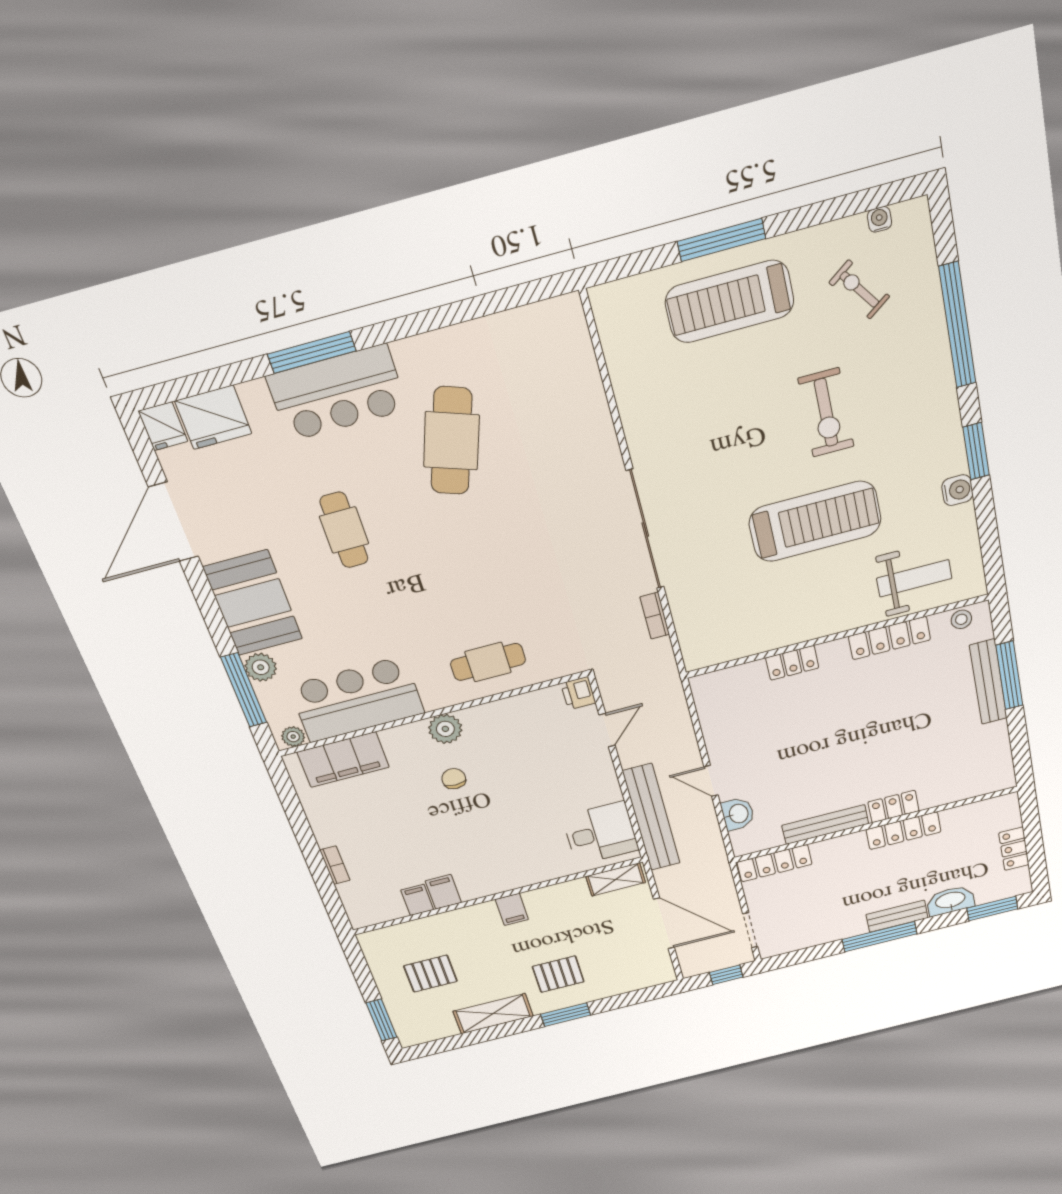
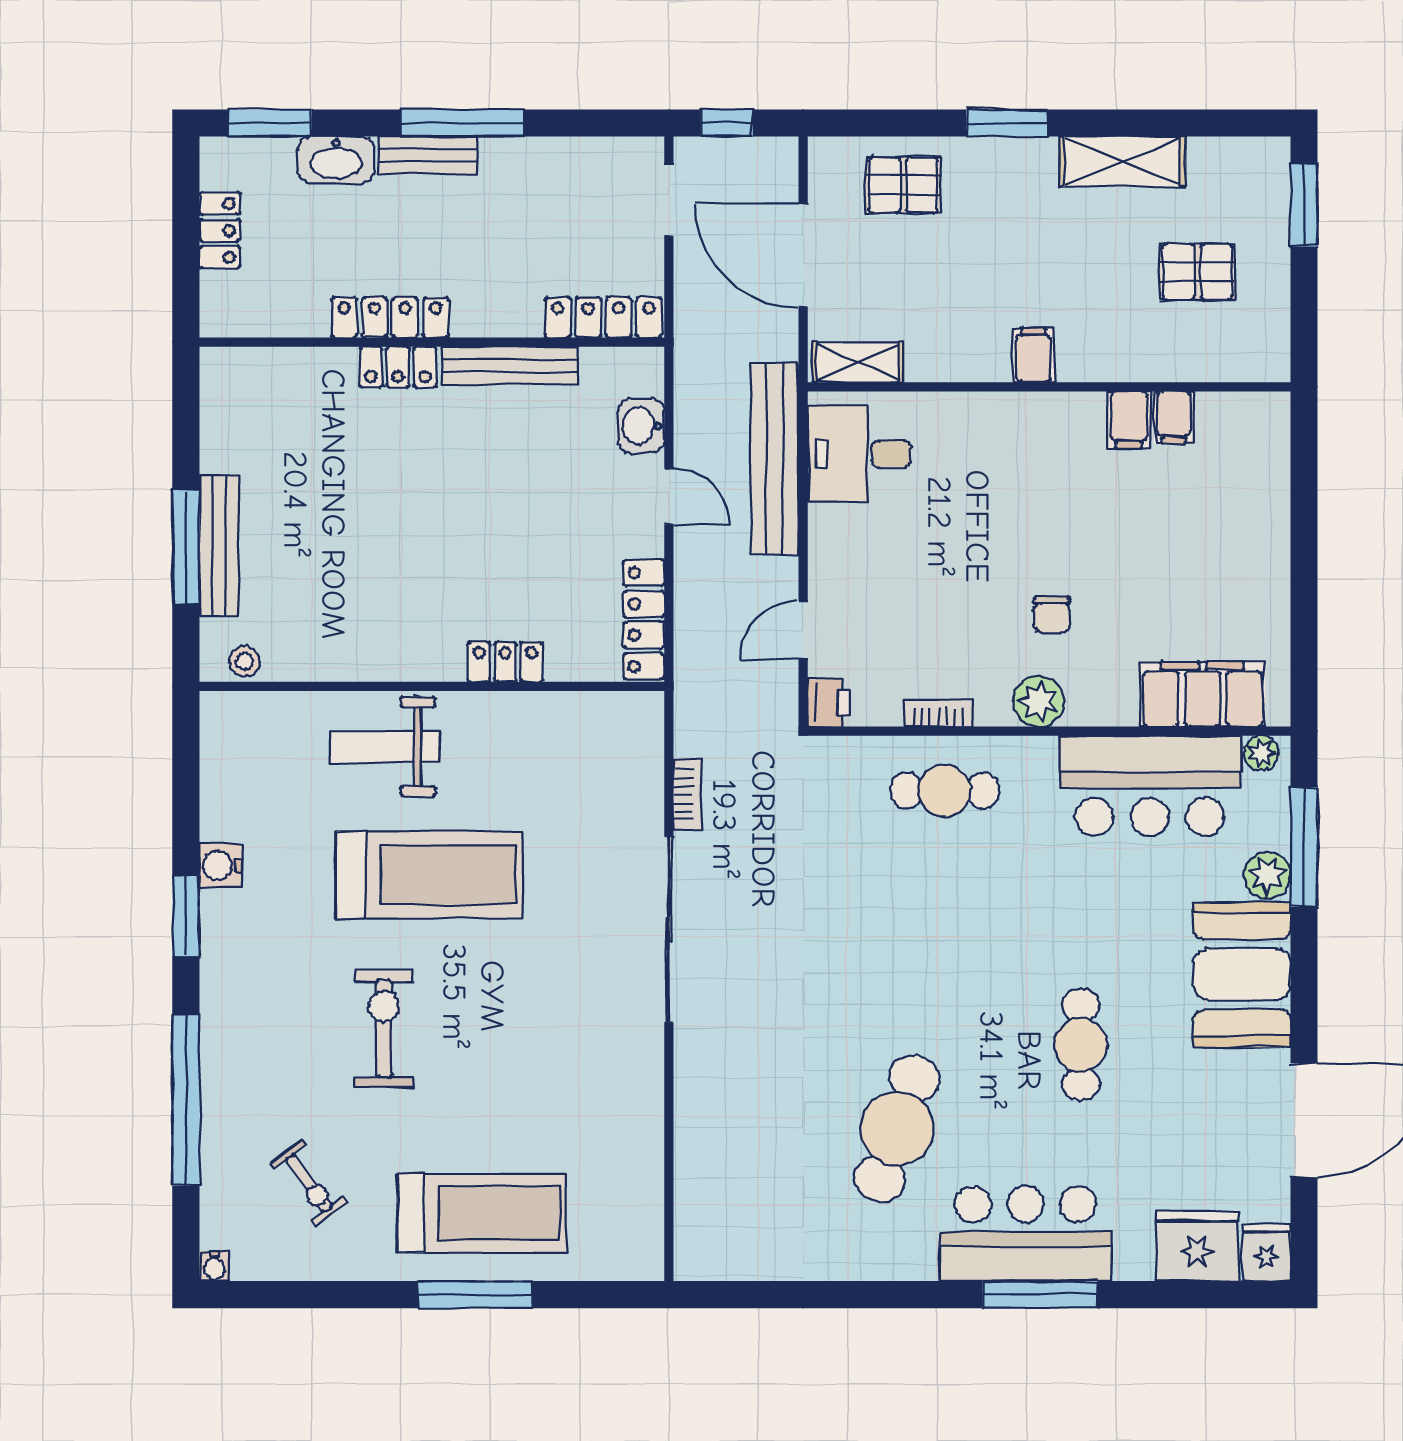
water cooler: (880, 219) -> (214, 1266), moved
treadmill: (815, 521) -> (429, 875), turned 180
weight bench: (914, 578) -> (385, 747), moved
locker: (889, 638) -> (644, 620), moved, turned -90
bookcase: (335, 865) -> (939, 713), moved, turned 90
pallet: (558, 974) -> (903, 185), moved

